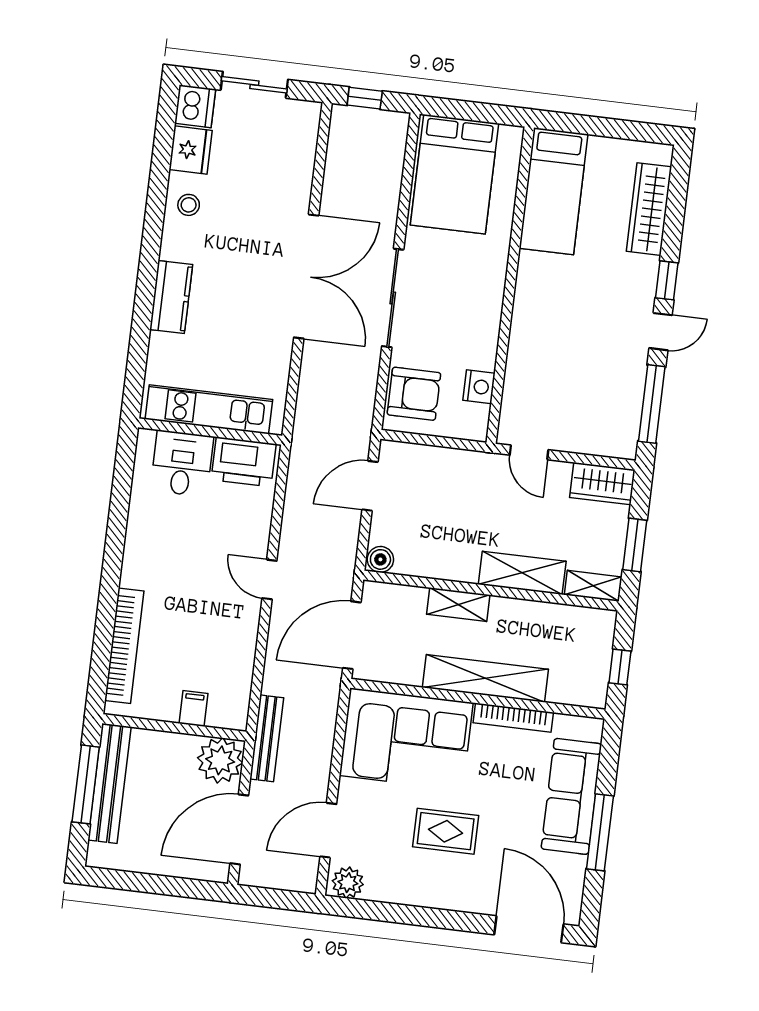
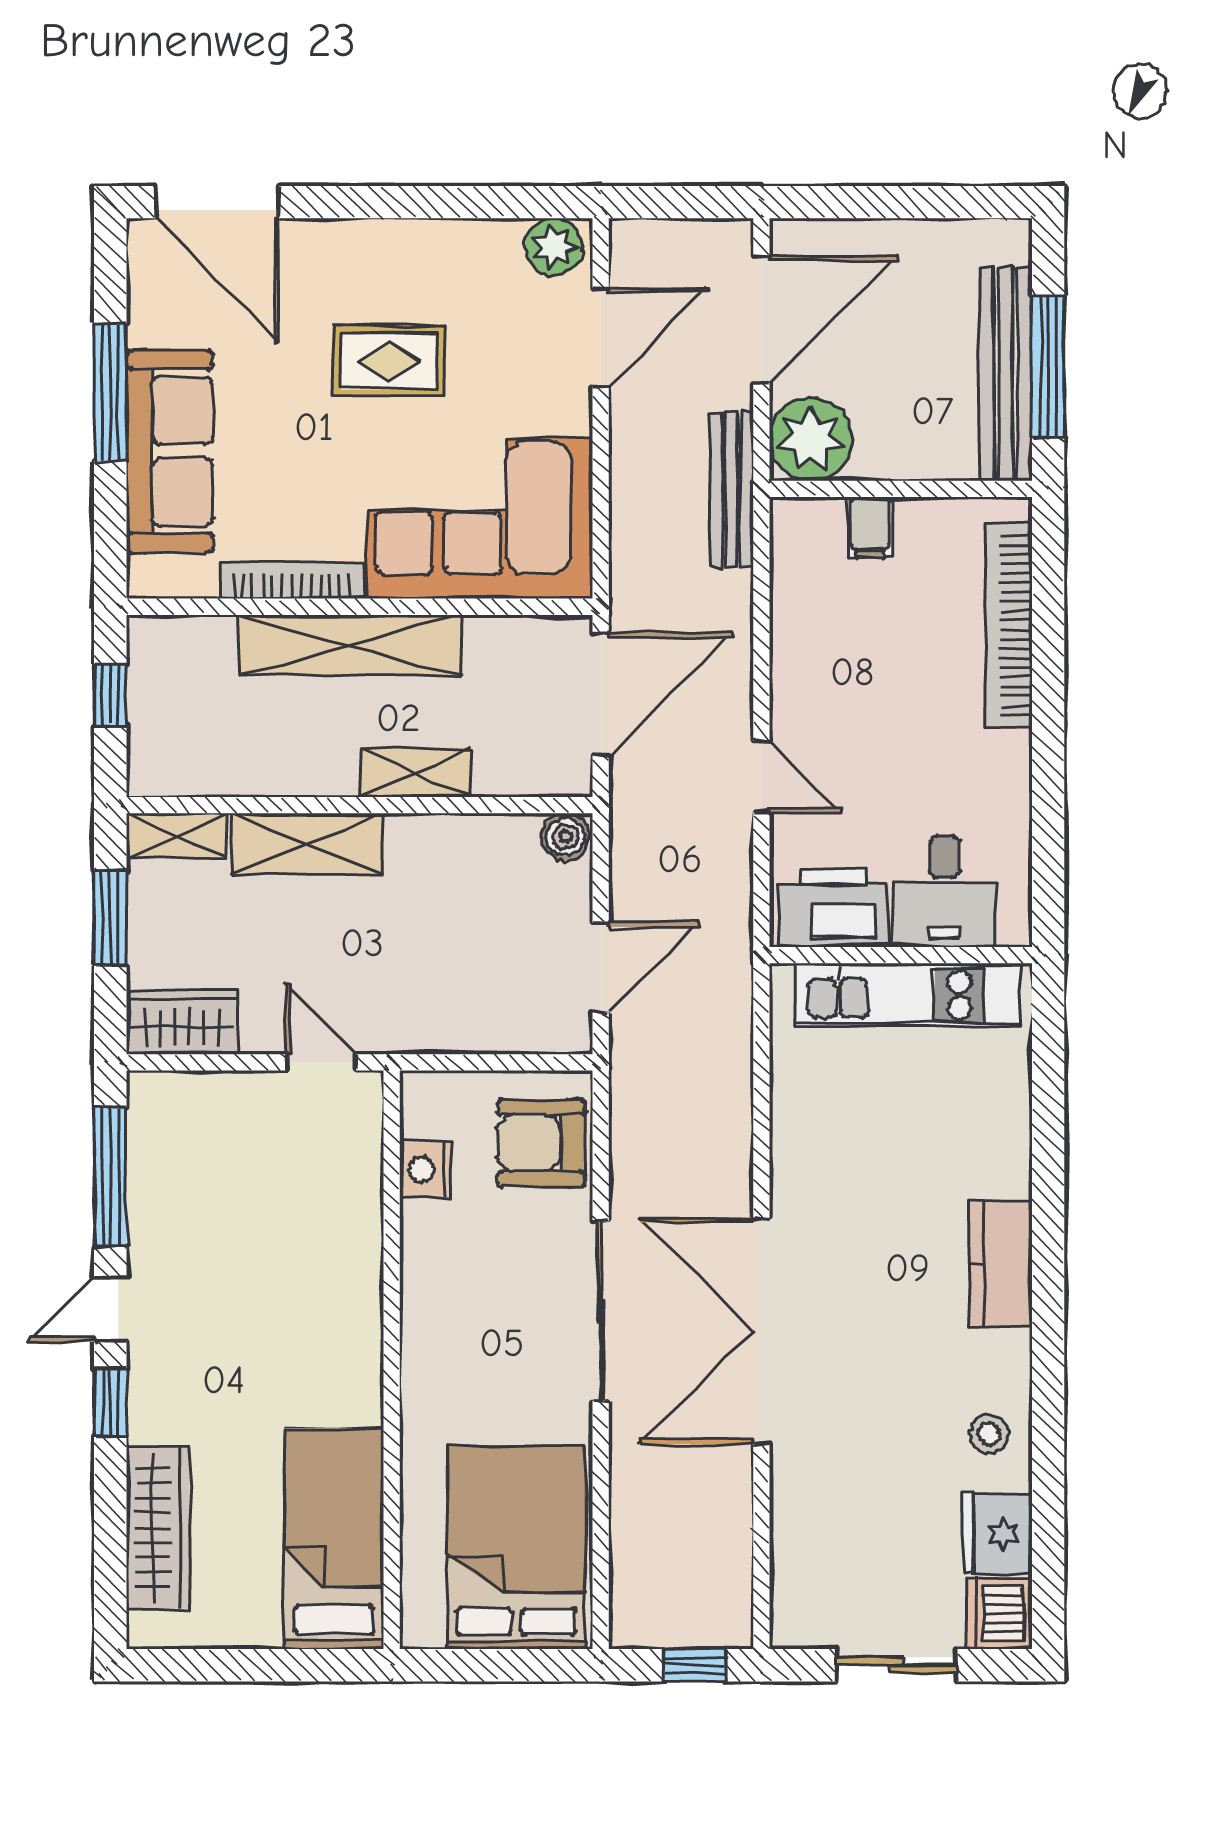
kitchen unit: (209, 409) -> (908, 995), moved
wall: (210, 432) -> (901, 955), moved
printer: (244, 462) -> (834, 908), moved
desk: (182, 464) -> (944, 891), moved

